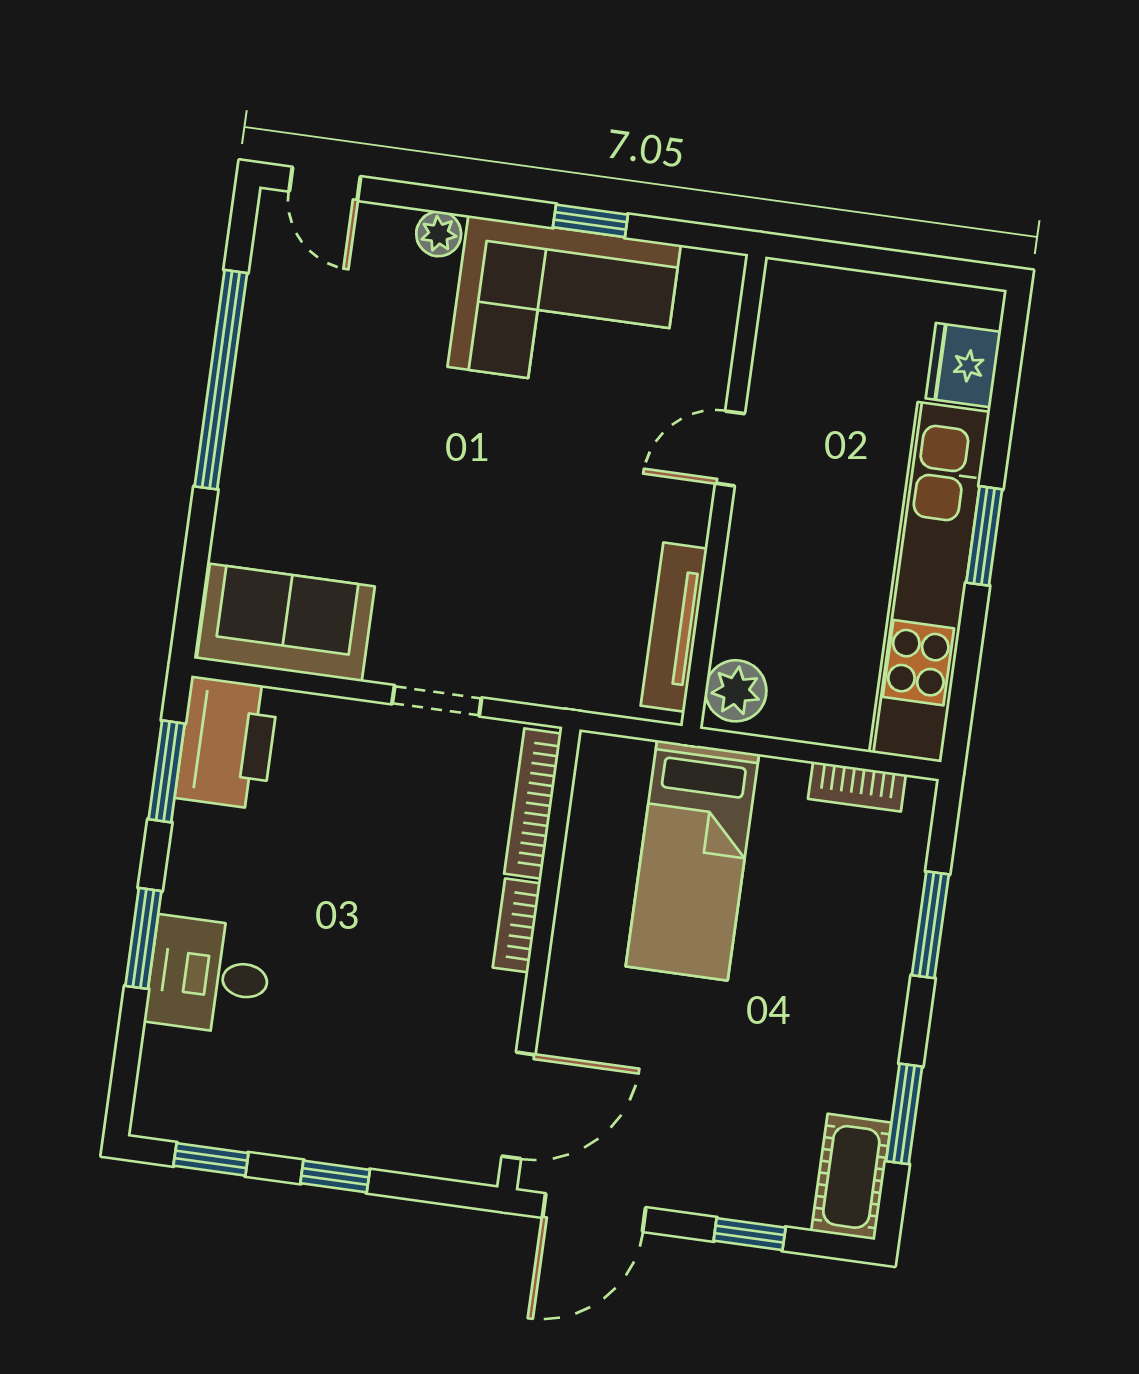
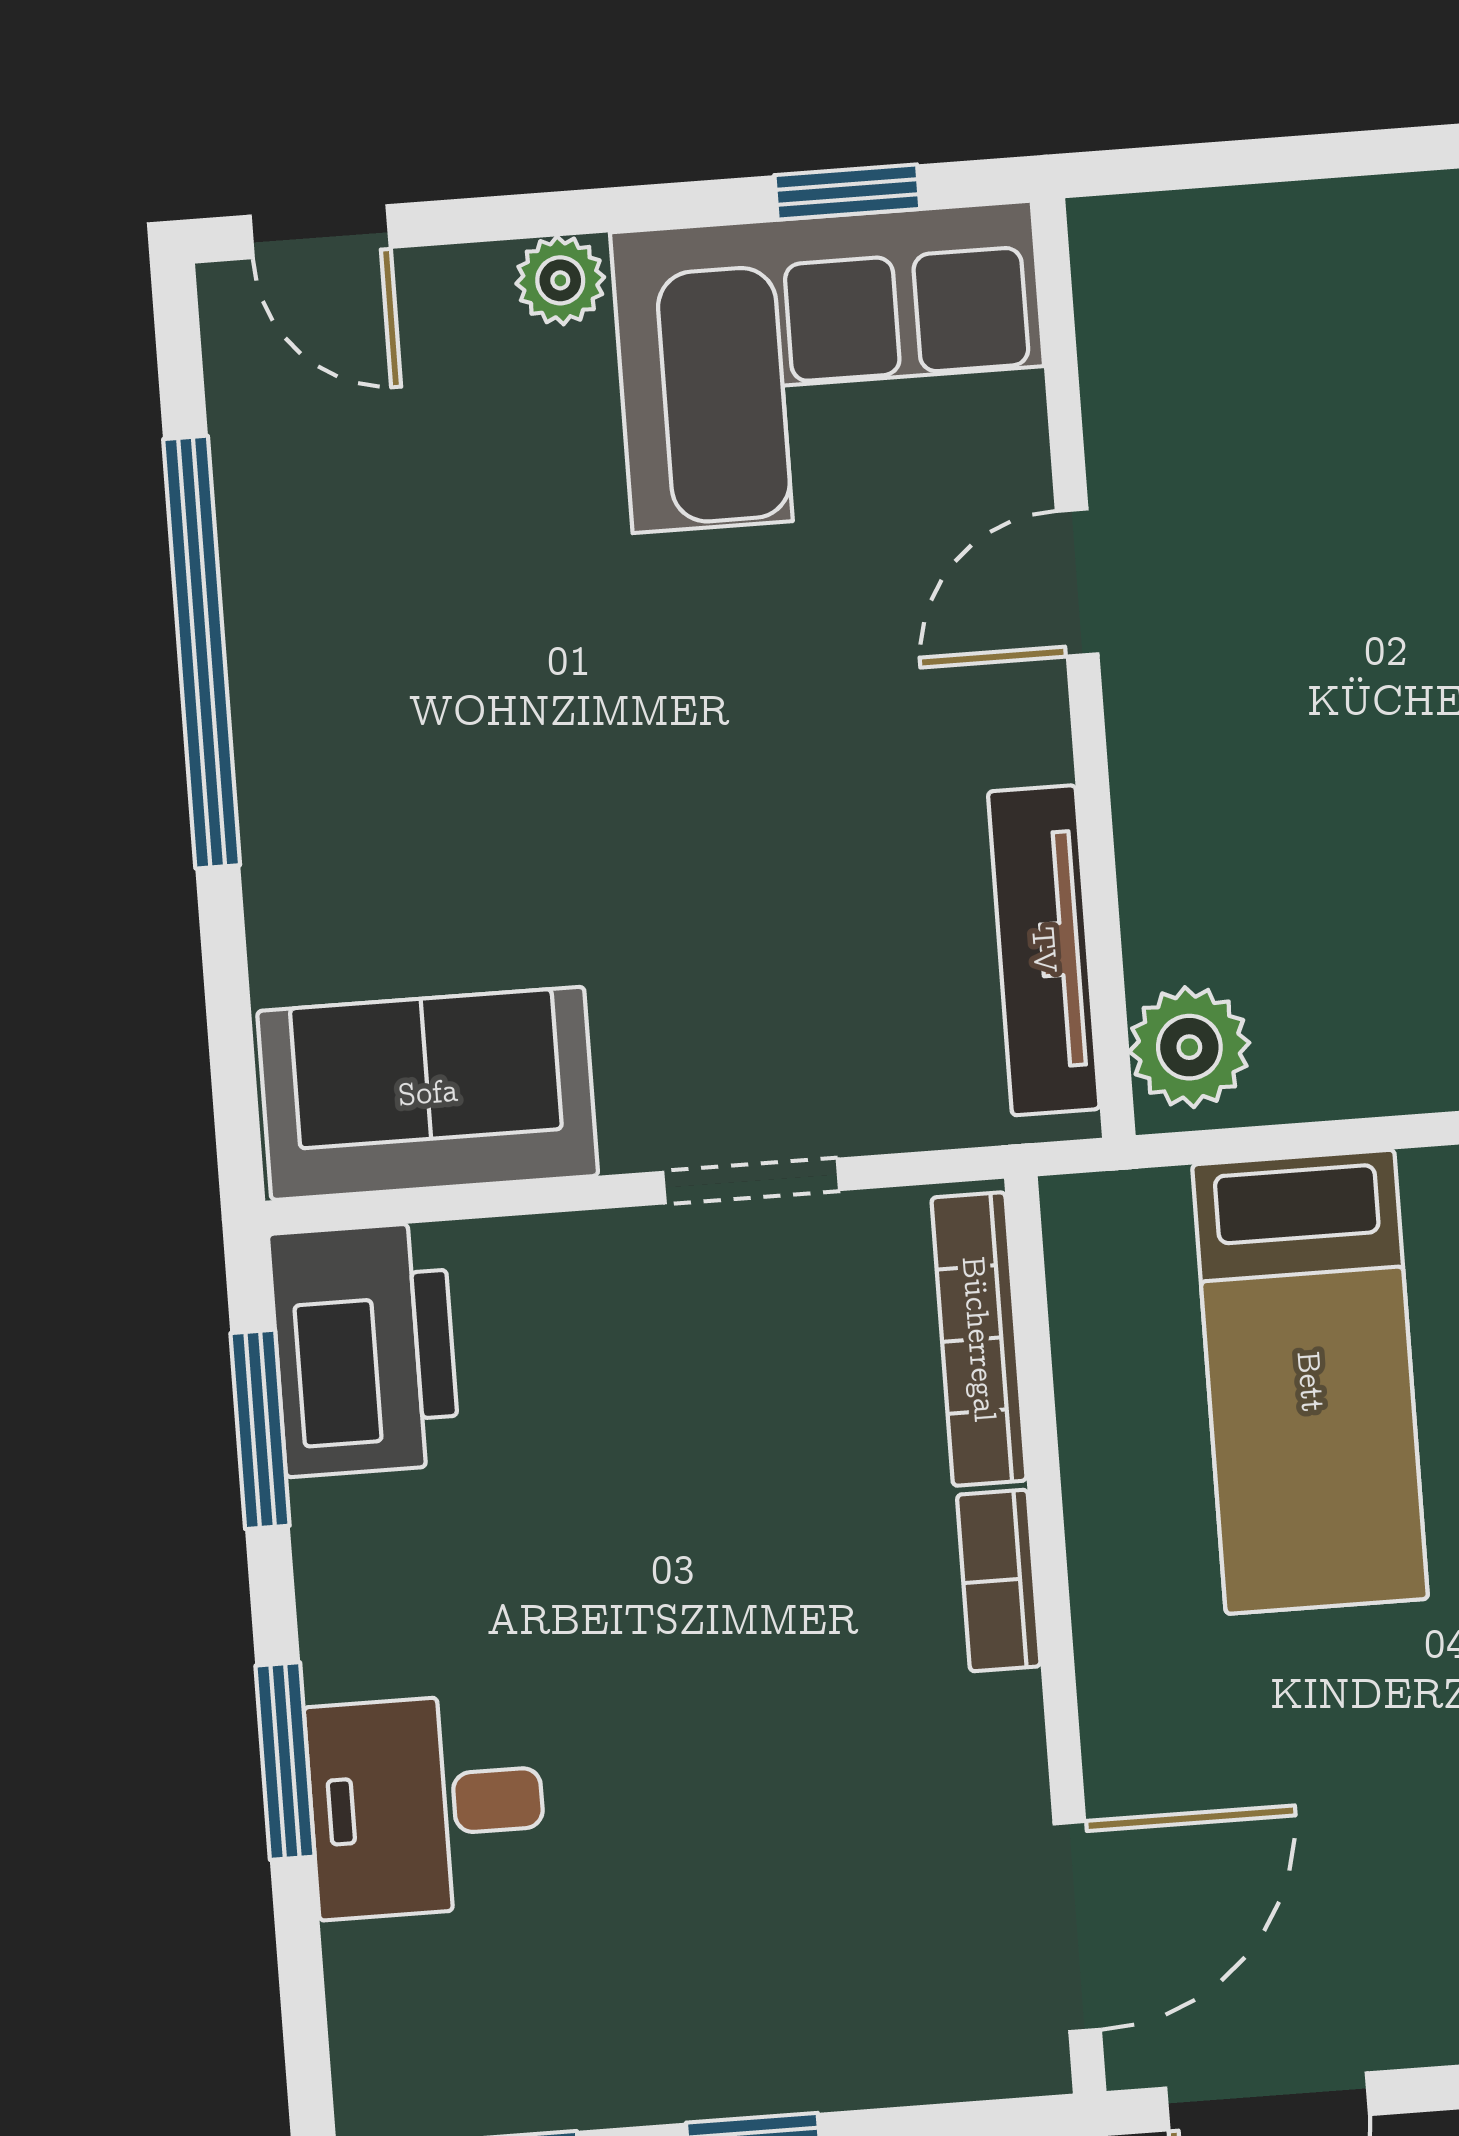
door: (730, 448) -> (1077, 583), moved
wall: (724, 491) -> (1084, 668), moved
tv unit: (674, 627) -> (1044, 950), moved
plant: (736, 691) -> (1189, 1047), moved

